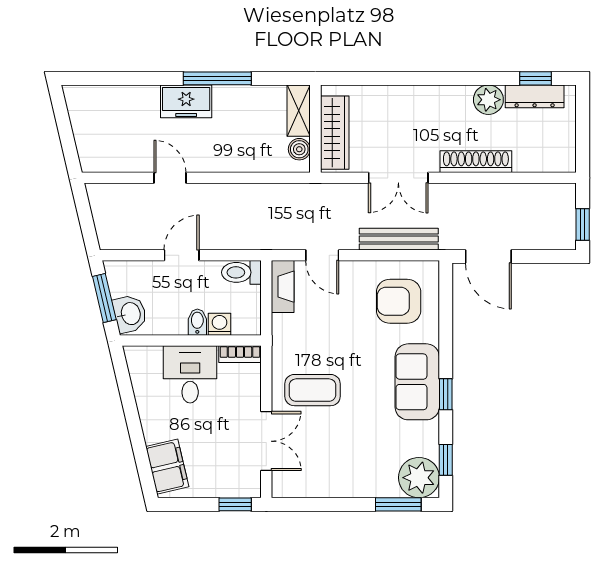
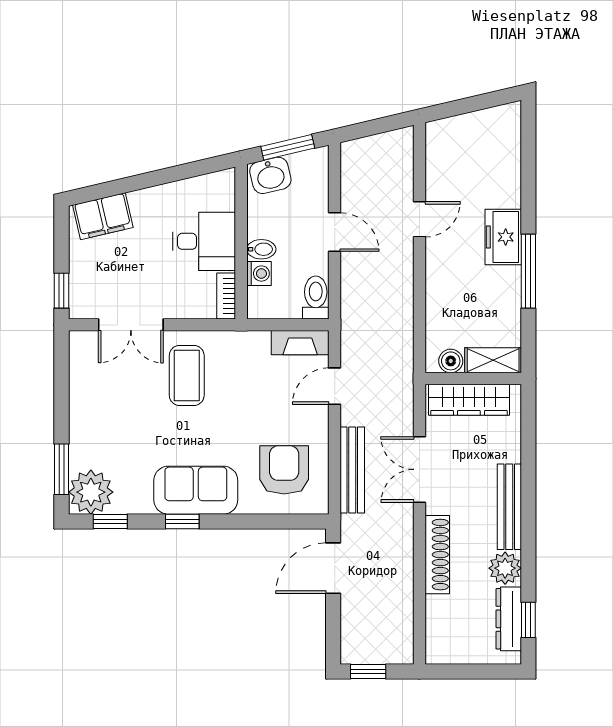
bench: (432, 96) -> (509, 507), added

